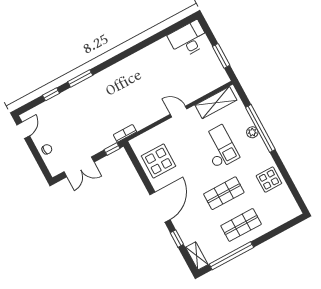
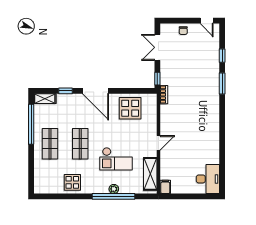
window: (221, 56) -> (183, 196), removed
filing cabinet: (221, 80) -> (165, 187), added

